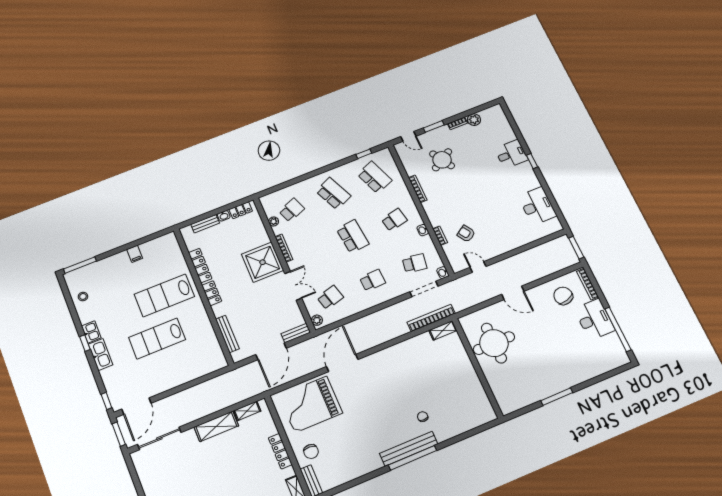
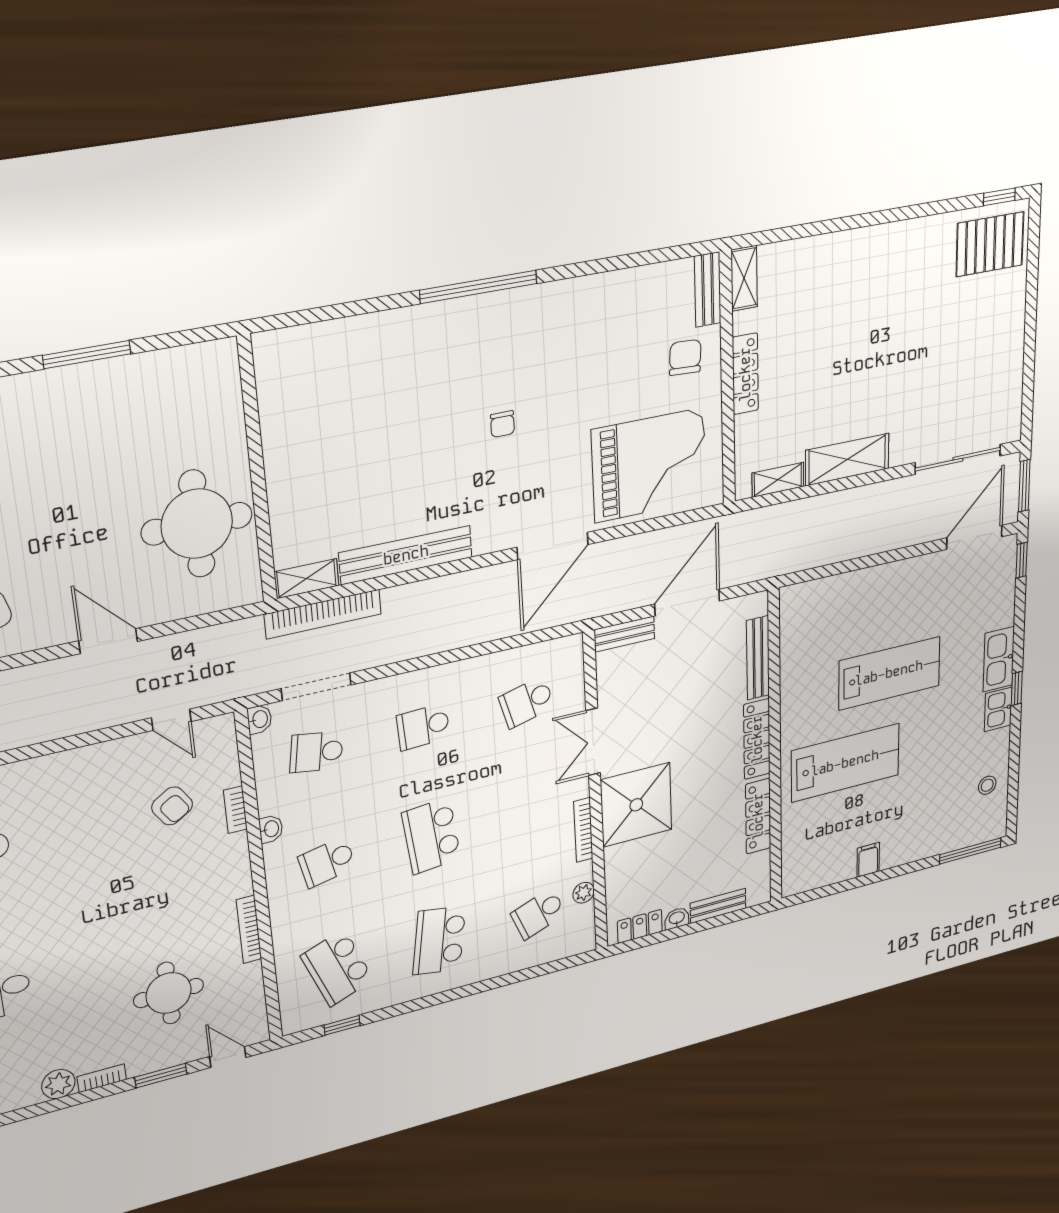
round table: (442, 160) -> (169, 993), turned 31
school desk: (333, 194) -> (439, 940), turned 33
locker: (212, 293) -> (757, 739), width x1.53
plant: (317, 320) -> (572, 655), removed
chair: (423, 417) -> (502, 424), moved
bench: (409, 449) -> (406, 555), moved

